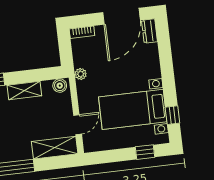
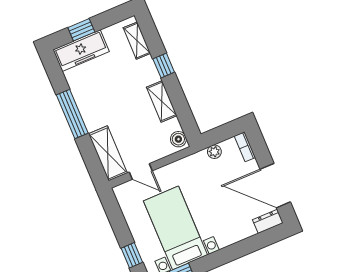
plant: (81, 74) -> (214, 152), moved

